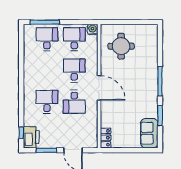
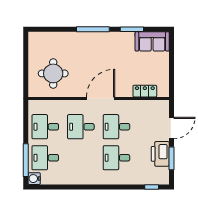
water cooler: (92, 29) -> (34, 179), moved
desk: (74, 102) -> (116, 127), turned 180
printer: (31, 137) -> (160, 154), moved, turned -90
locker: (106, 138) -> (145, 91), moved

